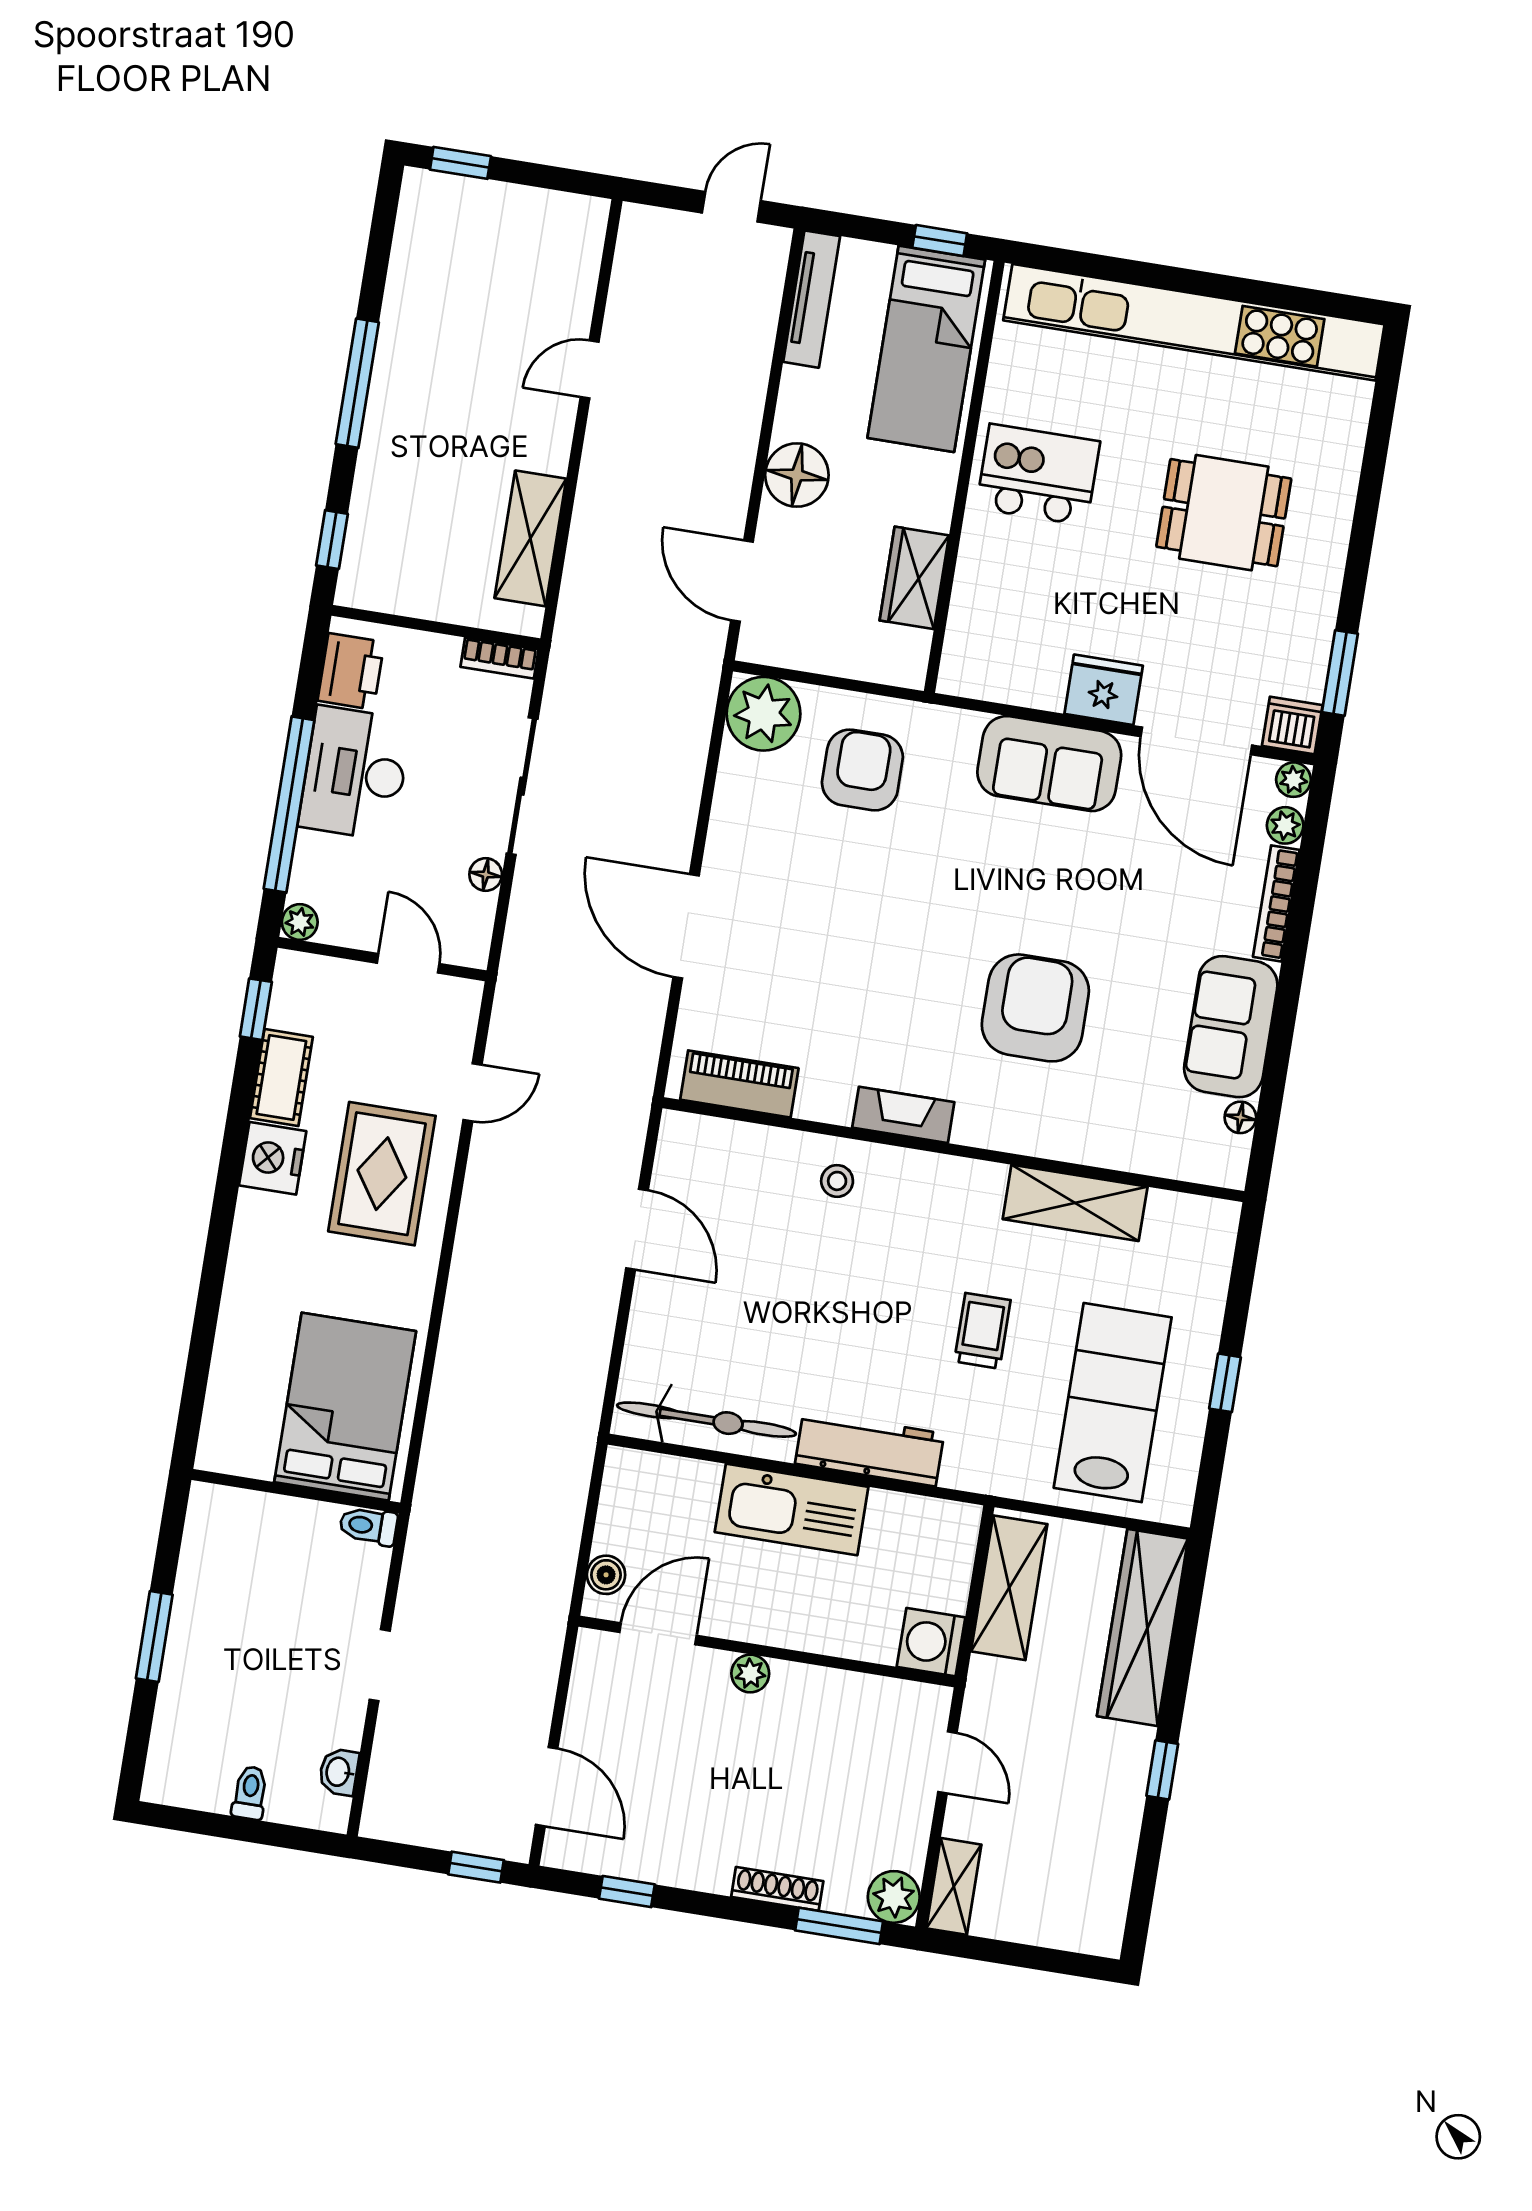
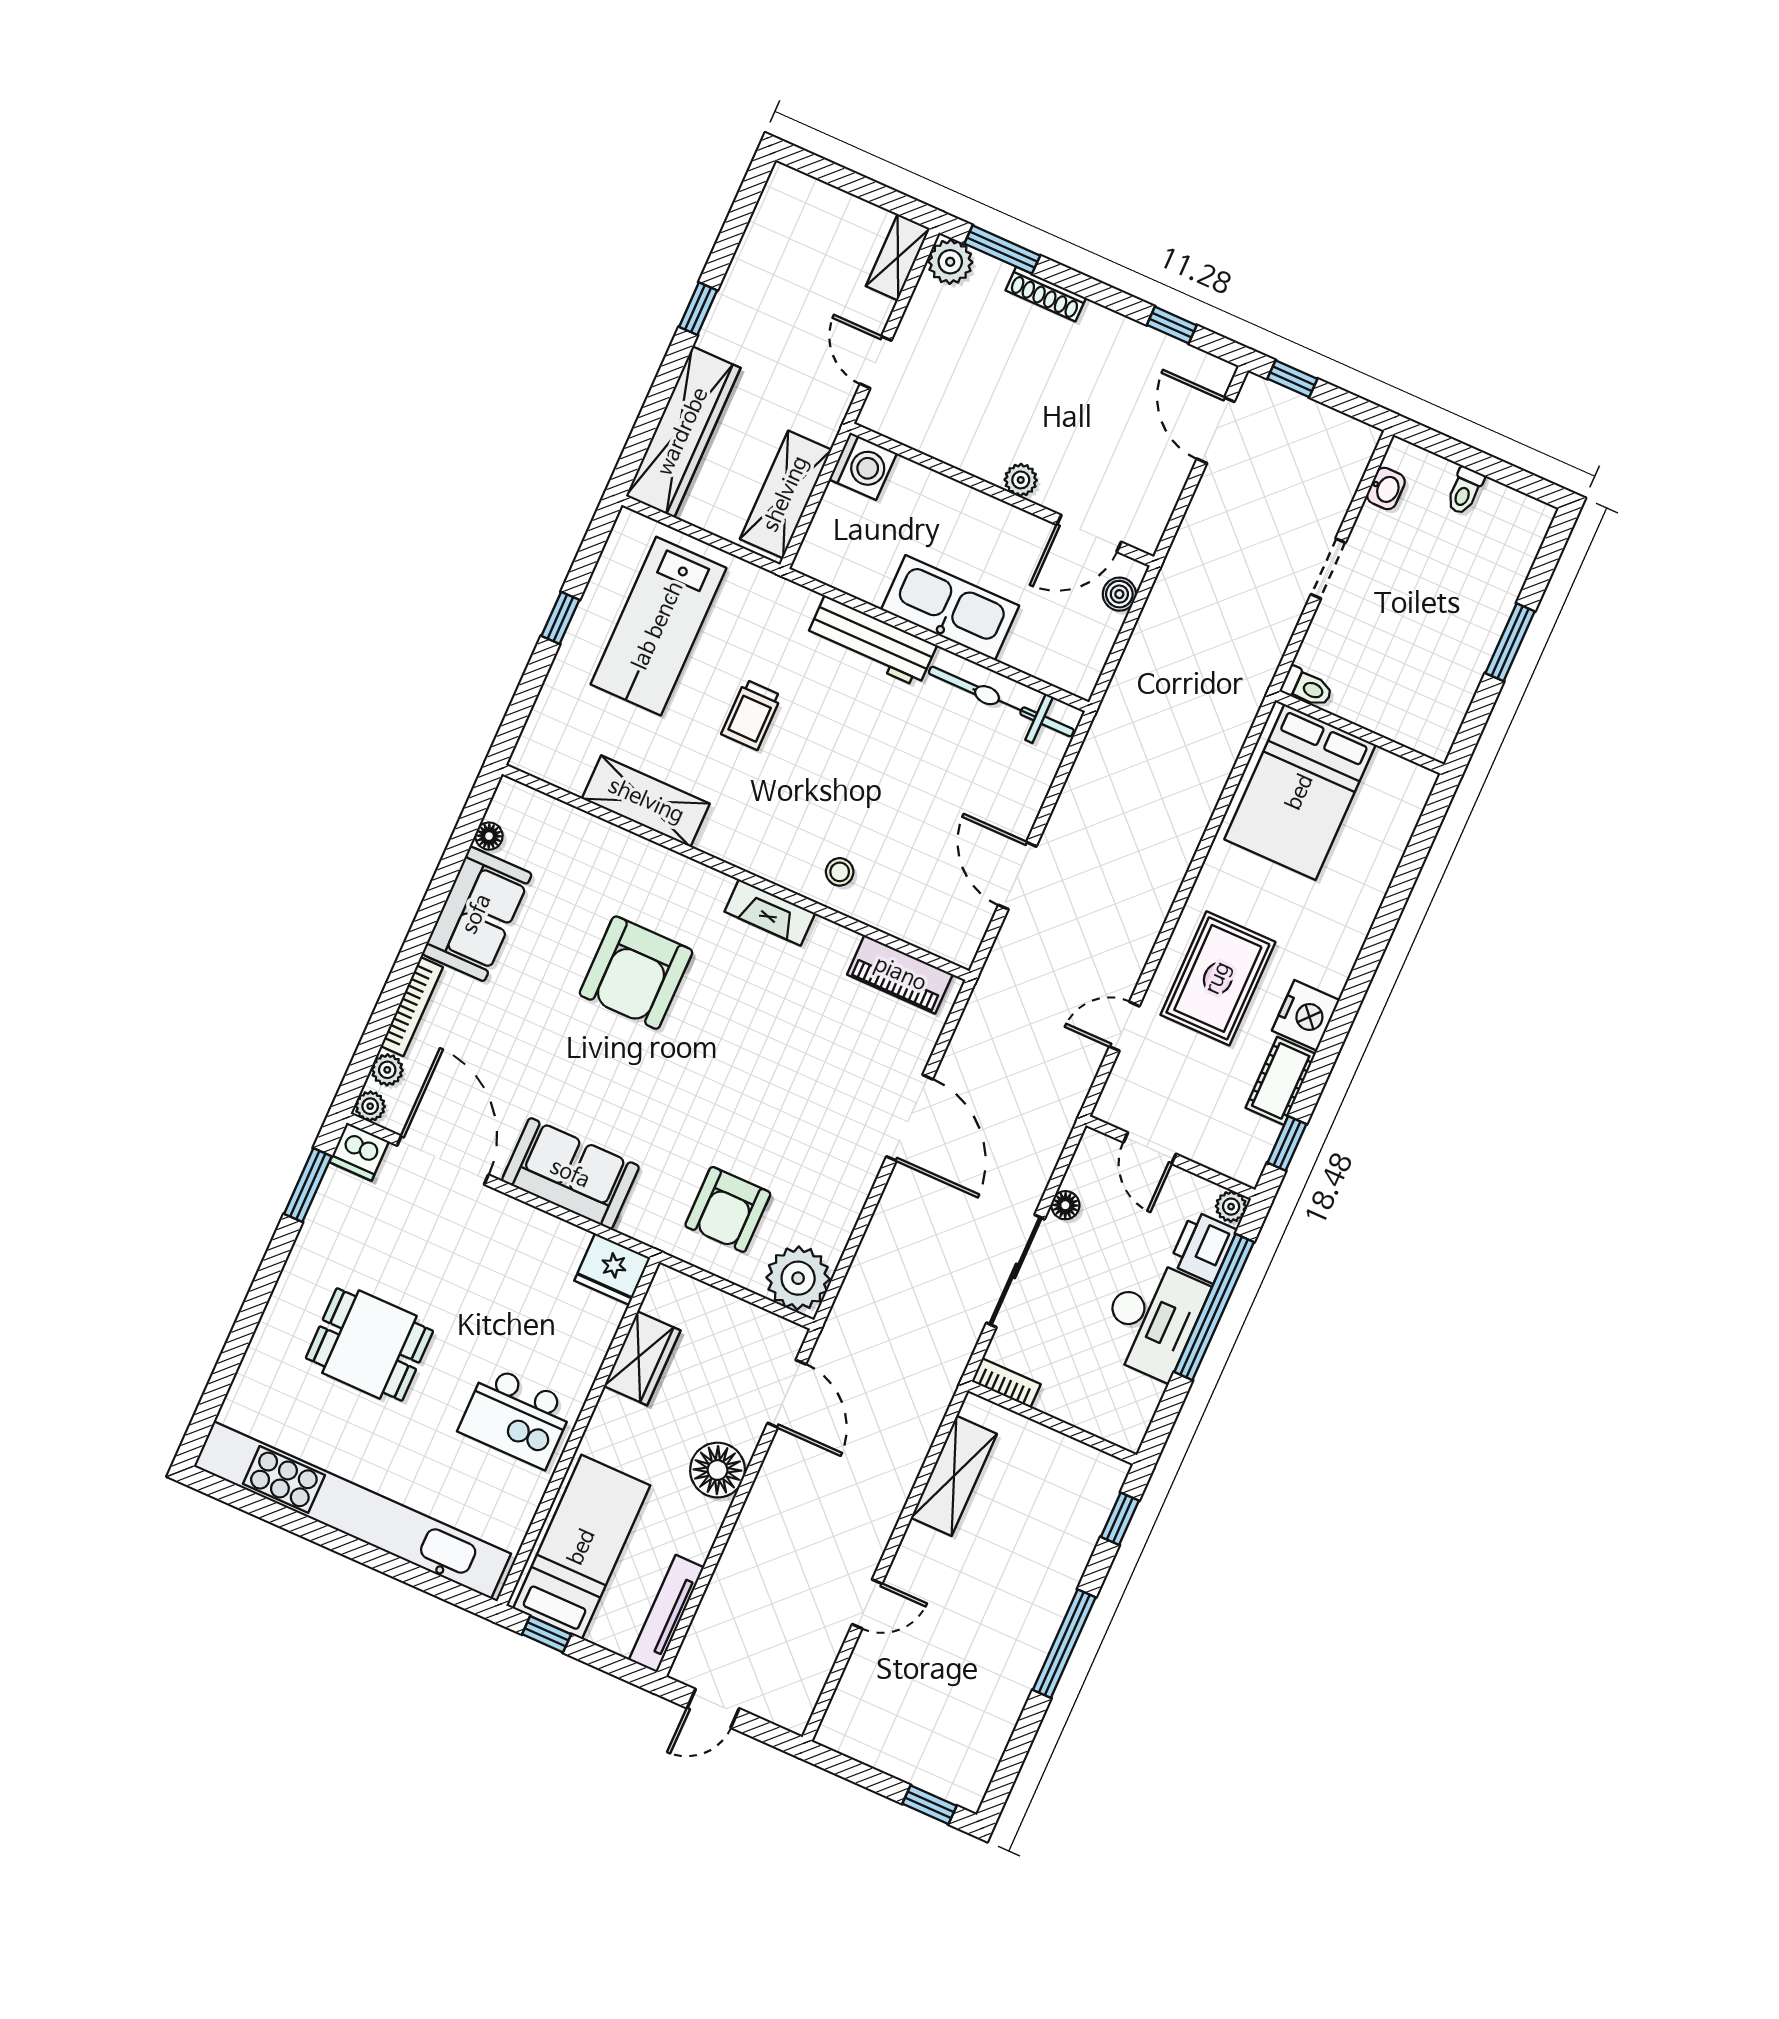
printer: (351, 671) -> (1203, 1247), moved
fridge: (1104, 690) -> (612, 1269), moved

